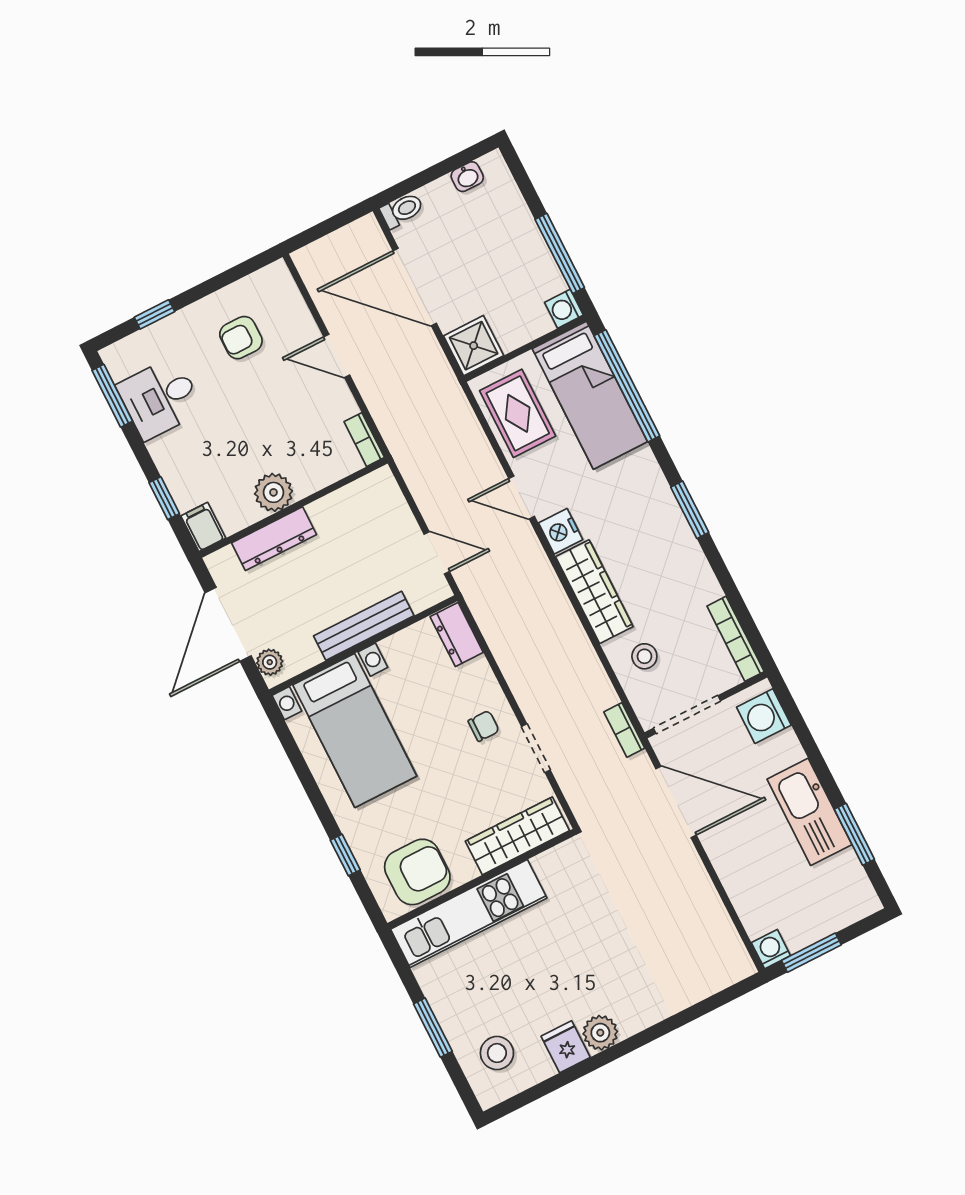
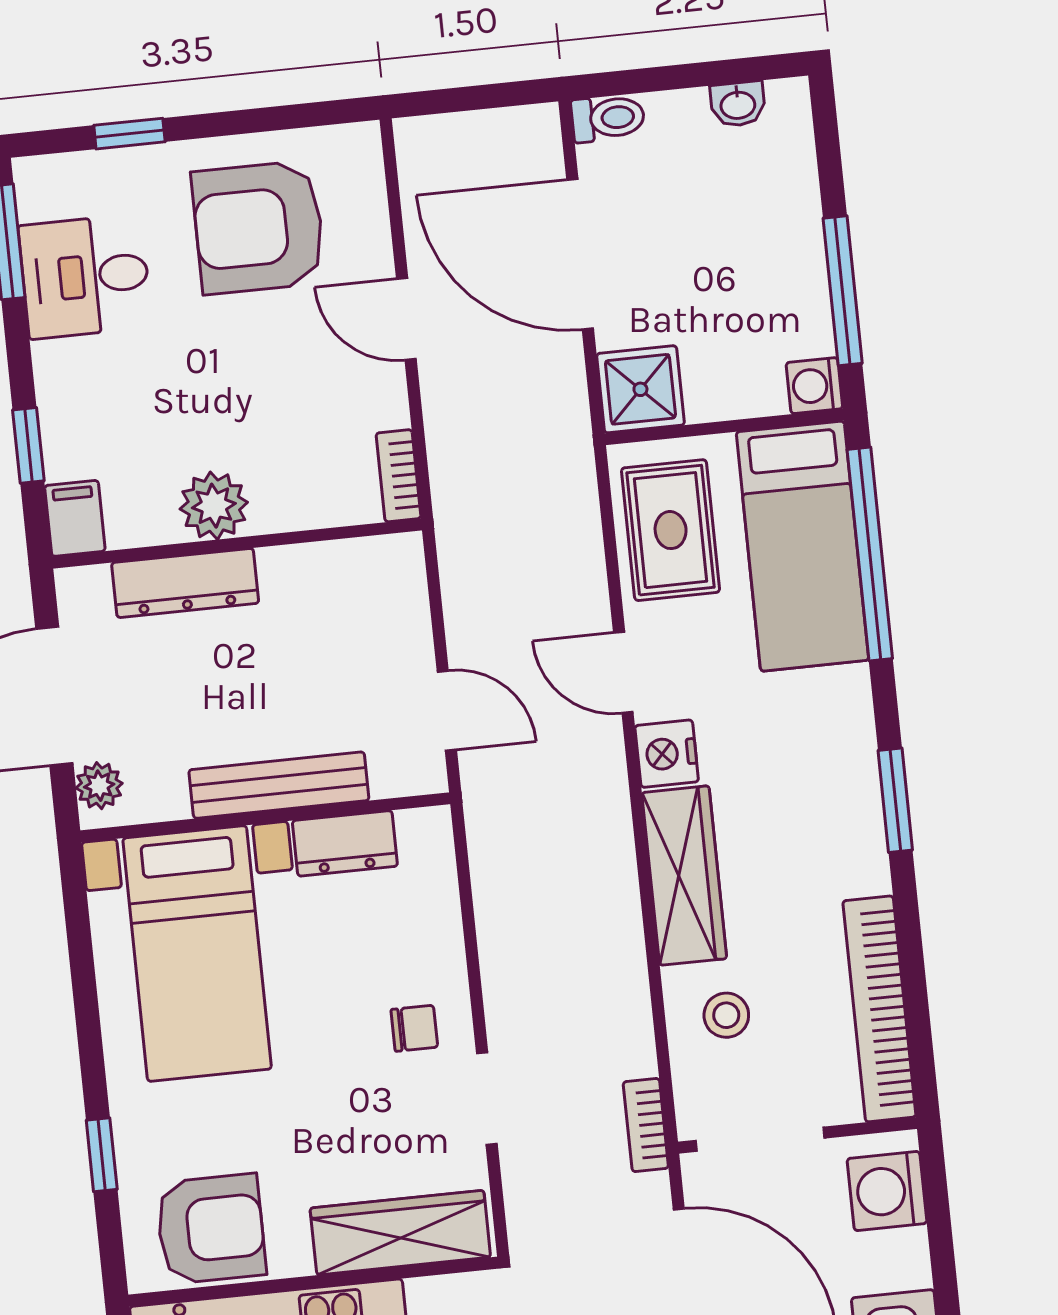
armchair: (241, 338) -> (259, 227), width x1.88, depth x1.88
dresser: (457, 635) -> (345, 843), moved, turned -90
bookcase: (736, 639) -> (879, 1009), width x1.48, depth x1.31

